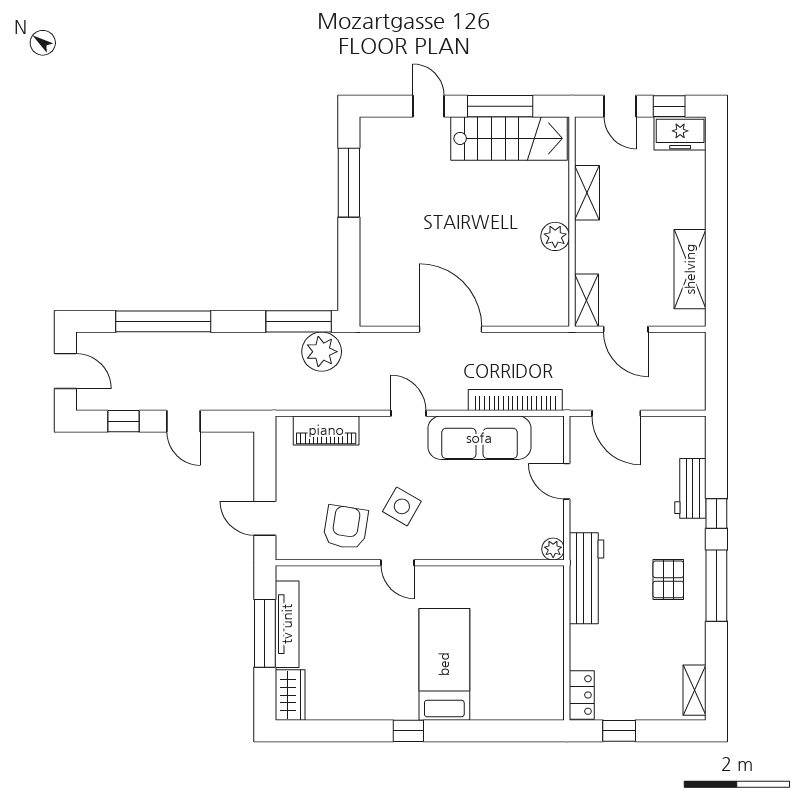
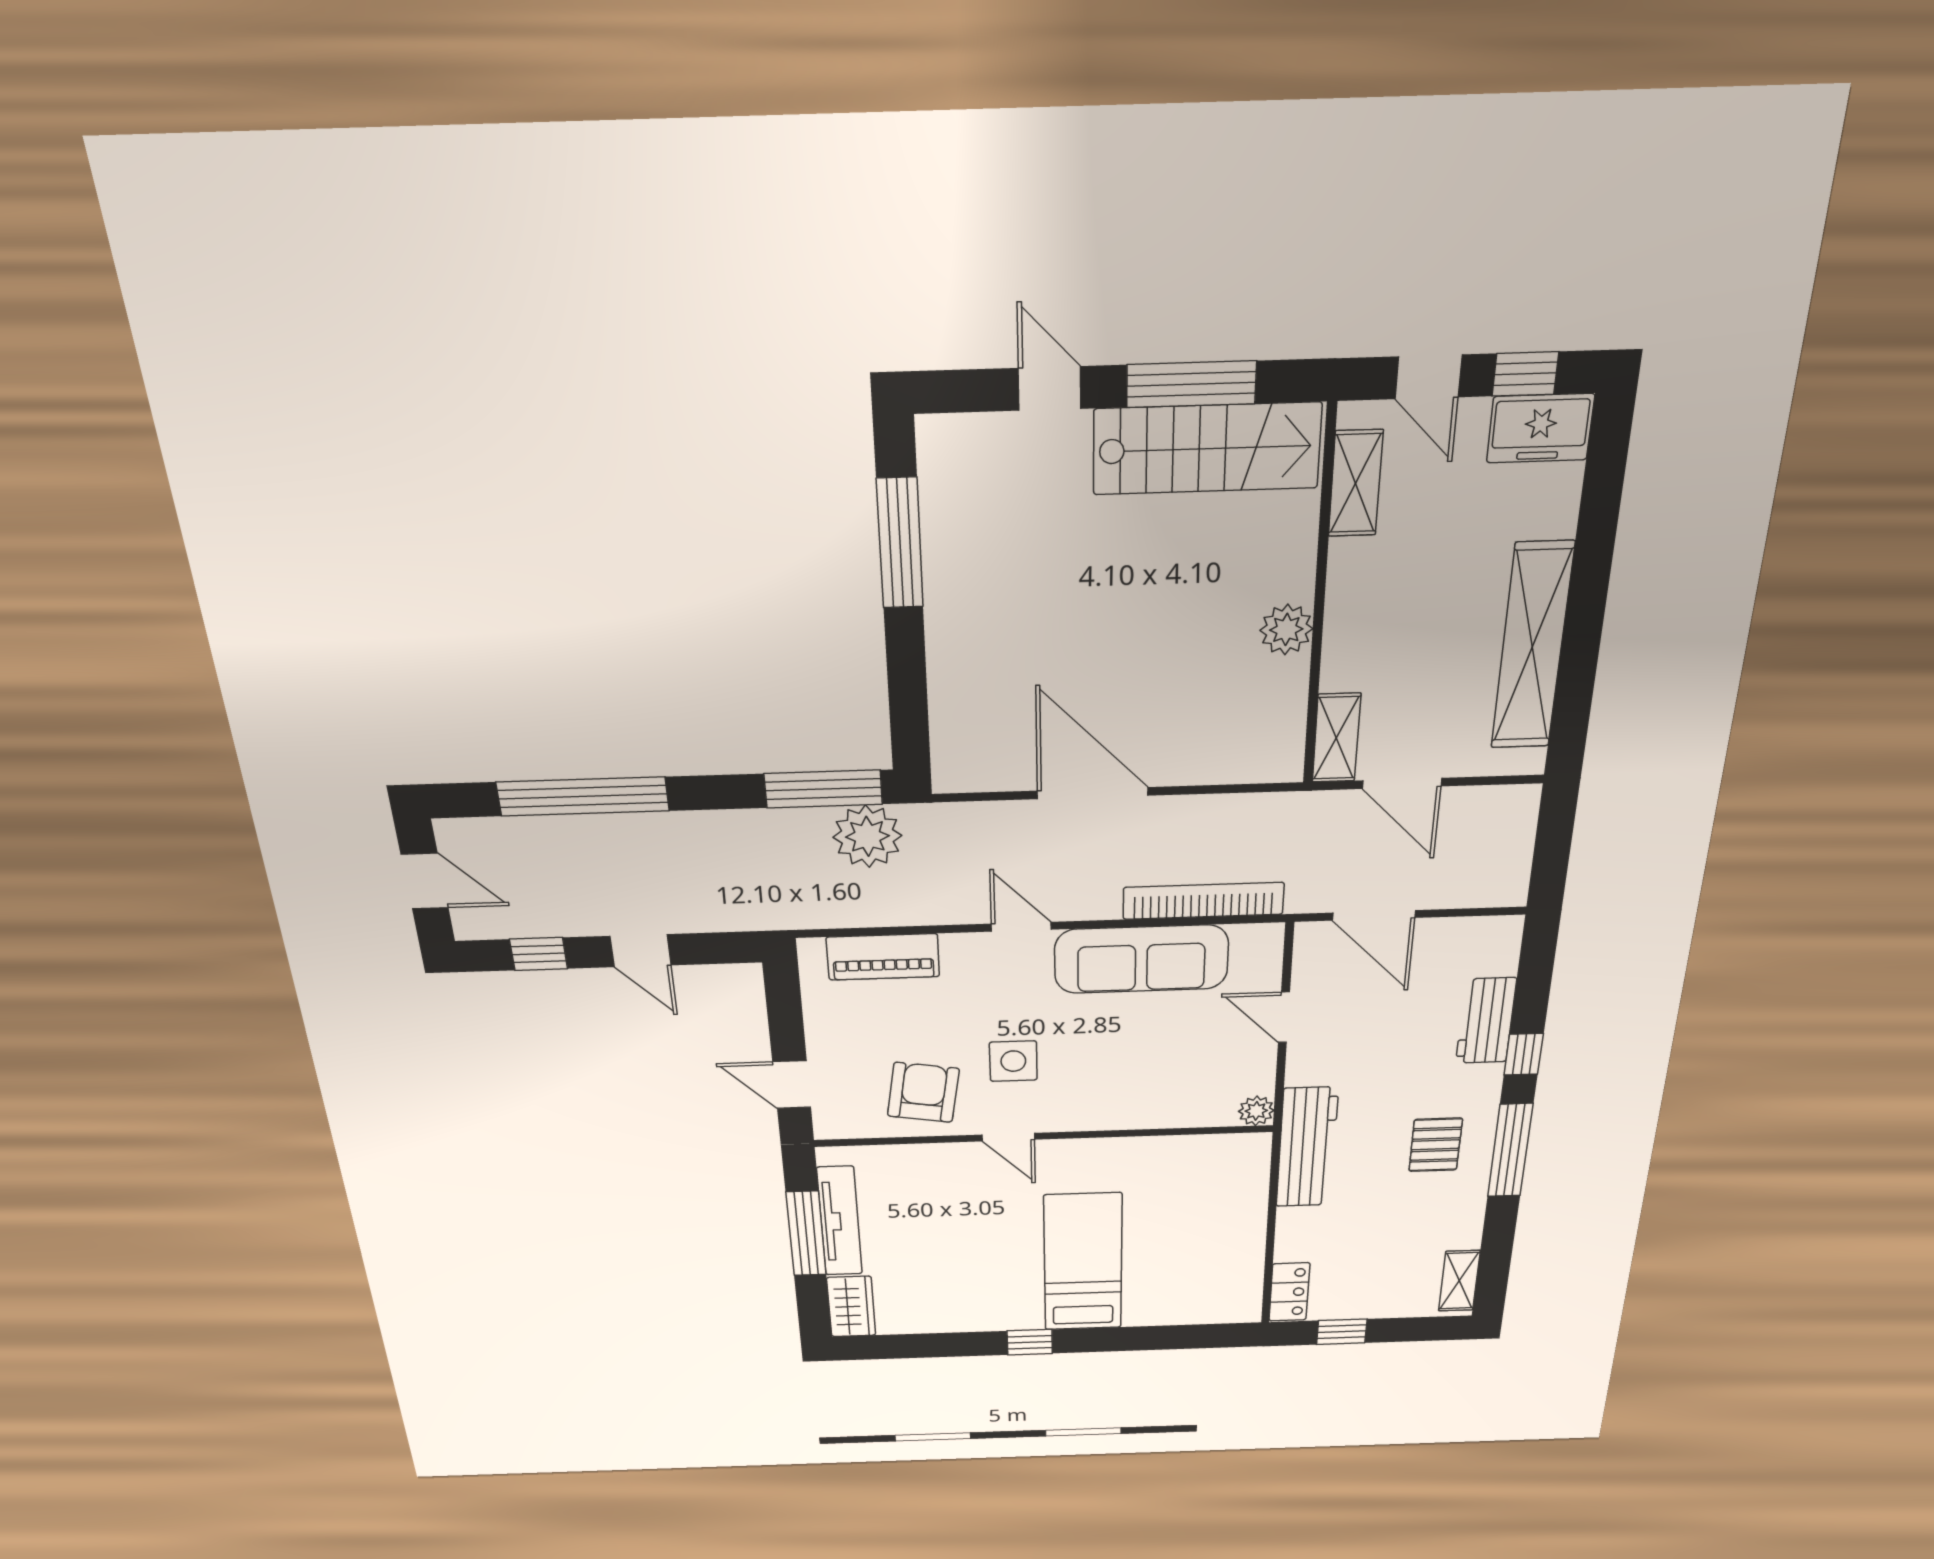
shelving: (587, 193) -> (1356, 483), moved
shelving: (690, 269) -> (1532, 647), width x1.47
side table: (402, 506) -> (1013, 1061), turned -30

